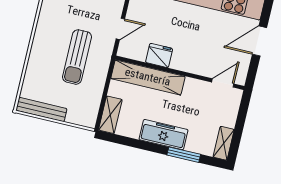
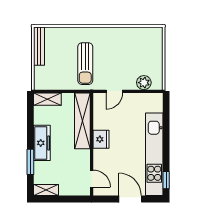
door: (120, 29) -> (114, 91), hinge flipped
fridge: (159, 55) -> (101, 139), moved
sun lounger: (77, 57) -> (85, 64), turned -90

